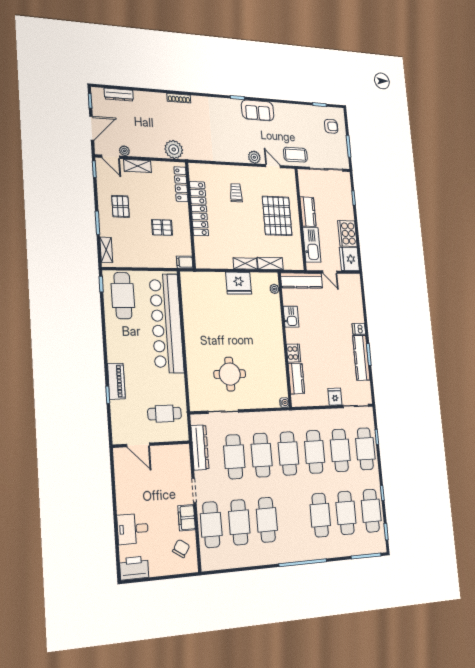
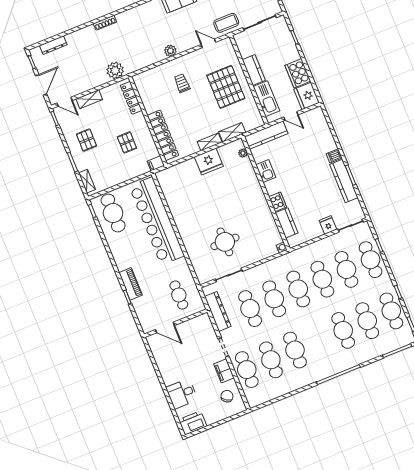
plant: (124, 151) -> (74, 91), removed
plant: (254, 157) -> (170, 51), moved
locker: (199, 209) -> (163, 135), moved
pallet: (162, 227) -> (127, 142), turned 90
cafe table: (165, 414) -> (179, 295), turned 90

